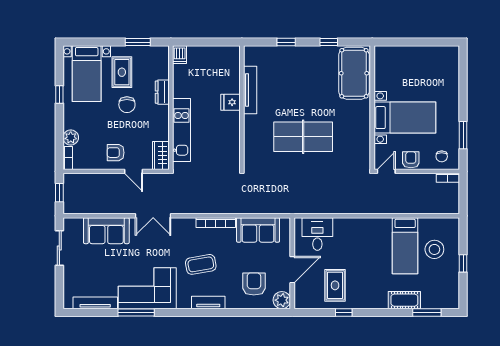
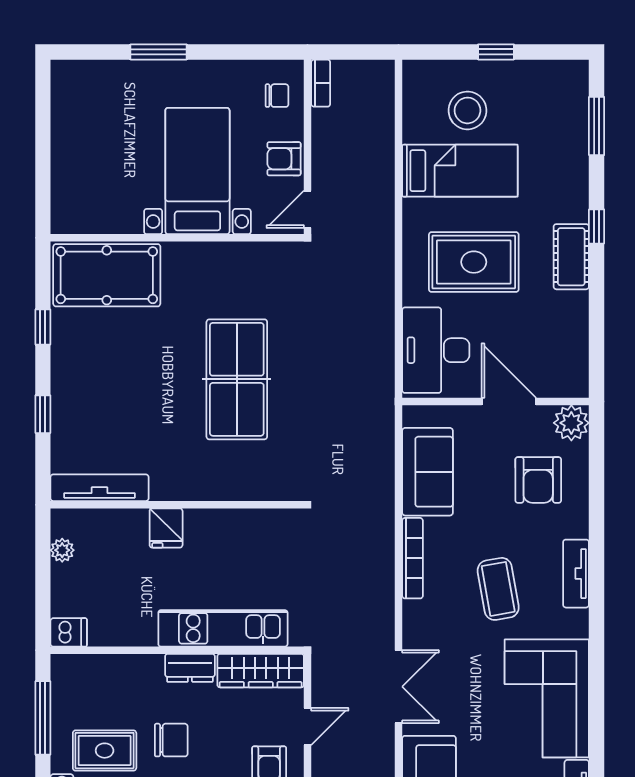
window: (138, 42) -> (43, 718), width x1.44
plant: (220, 51) -> (62, 550), added
tv unit: (250, 90) -> (100, 488), moved
dresser: (162, 92) -> (190, 668), moved
window: (463, 135) -> (159, 52), moved
wardrobe: (161, 155) -> (261, 671), width x1.50
door: (386, 171) -> (308, 209), hinge flipped
desk: (317, 234) -> (436, 350), width x1.37
armchair: (254, 284) -> (538, 480), turned -90
rug: (335, 285) -> (474, 262), moved, width x1.36, depth x1.43
cot: (404, 300) -> (571, 257), moved
window: (136, 312) -> (597, 721), removed
window: (344, 312) -> (597, 226), moved

